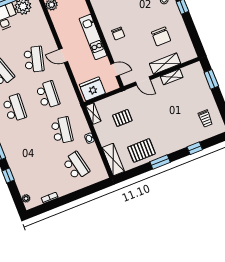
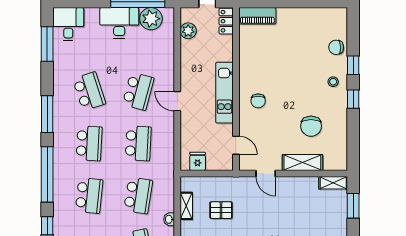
shelving: (172, 77) -> (333, 183), moved
fridge: (92, 89) -> (198, 161), width x0.53, depth x0.75
shelving: (93, 114) -> (186, 206), moved
school desk: (29, 144) -> (89, 195), added

